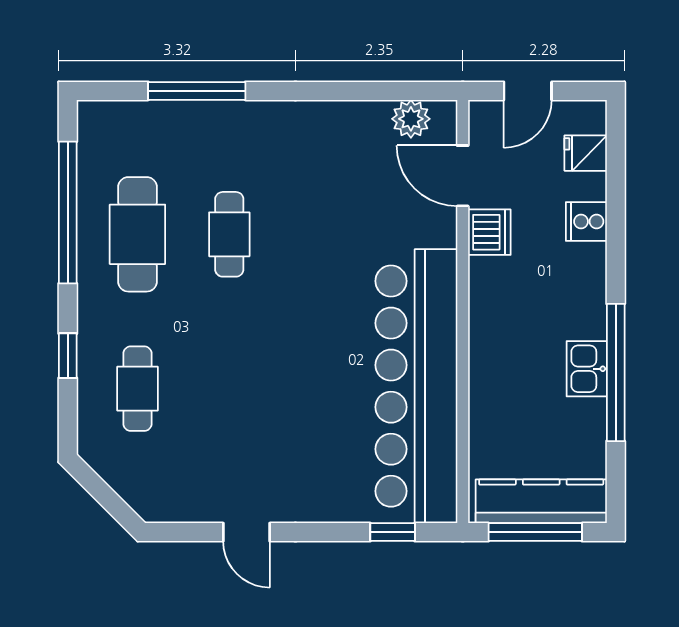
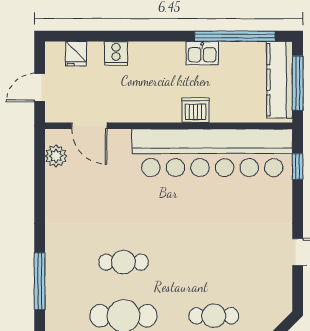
door: (528, 91) -> (40, 88), swing flipped
door: (463, 176) -> (89, 126), hinge flipped
dishwasher: (489, 232) -> (196, 110), moved
window: (616, 372) -> (235, 36), moved

